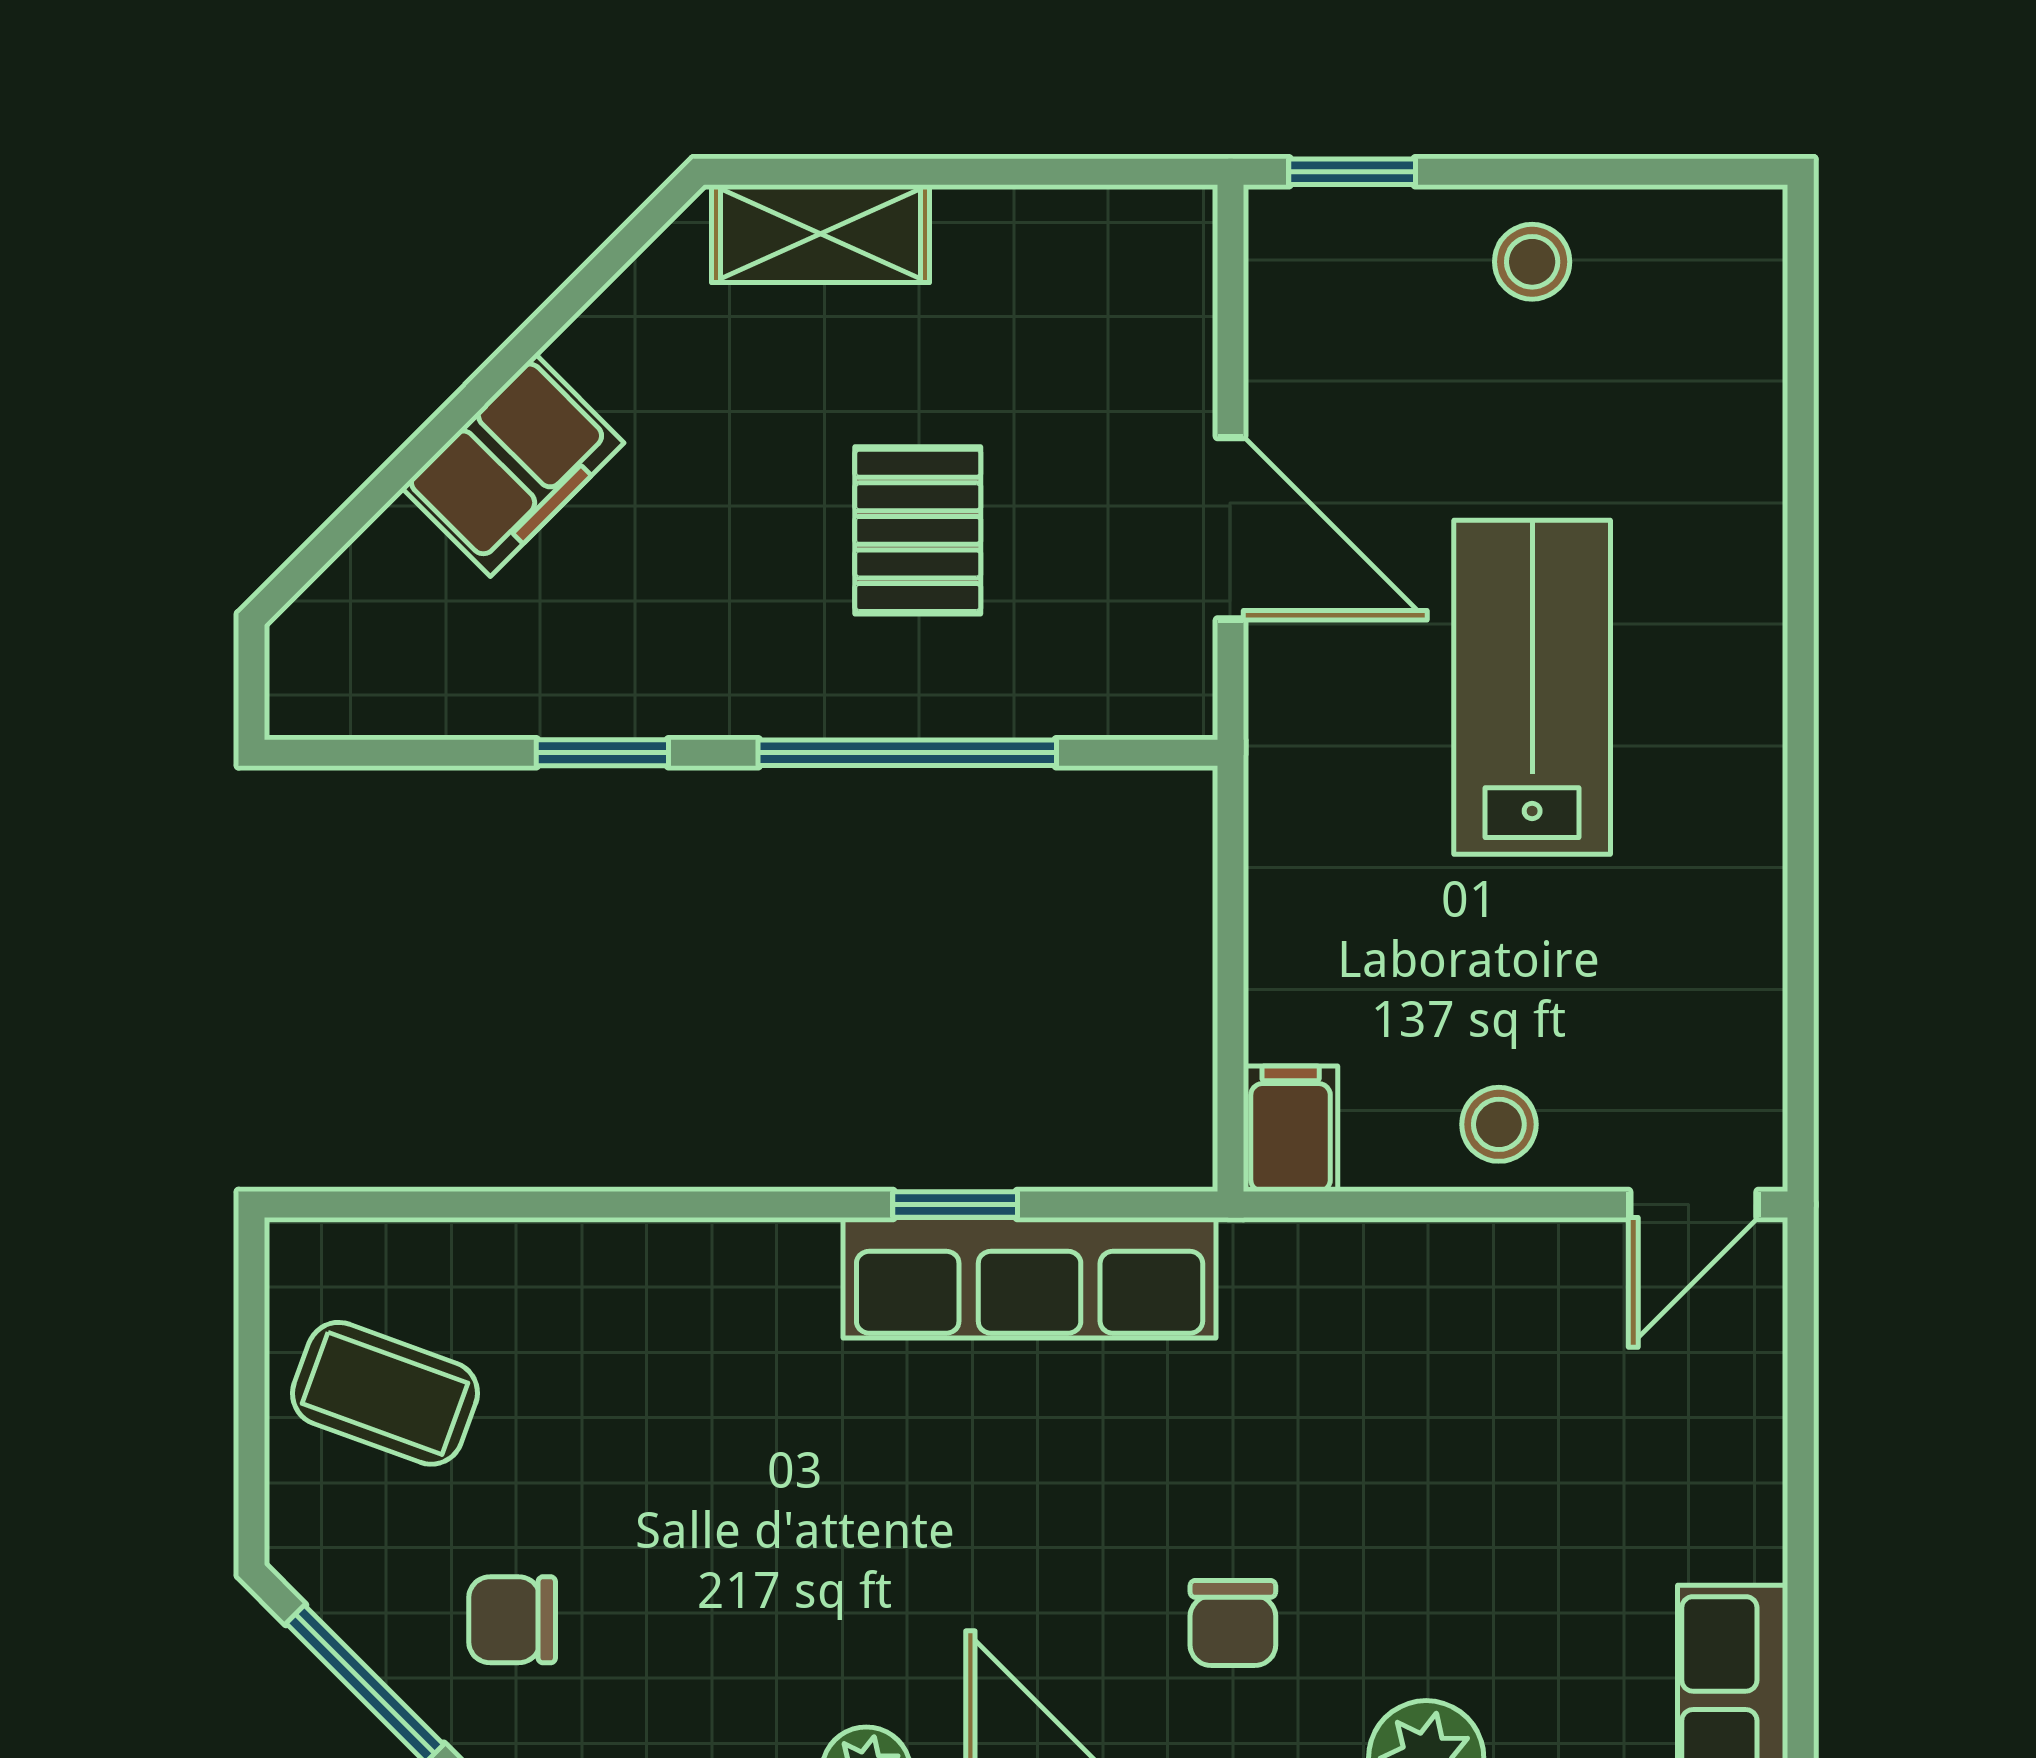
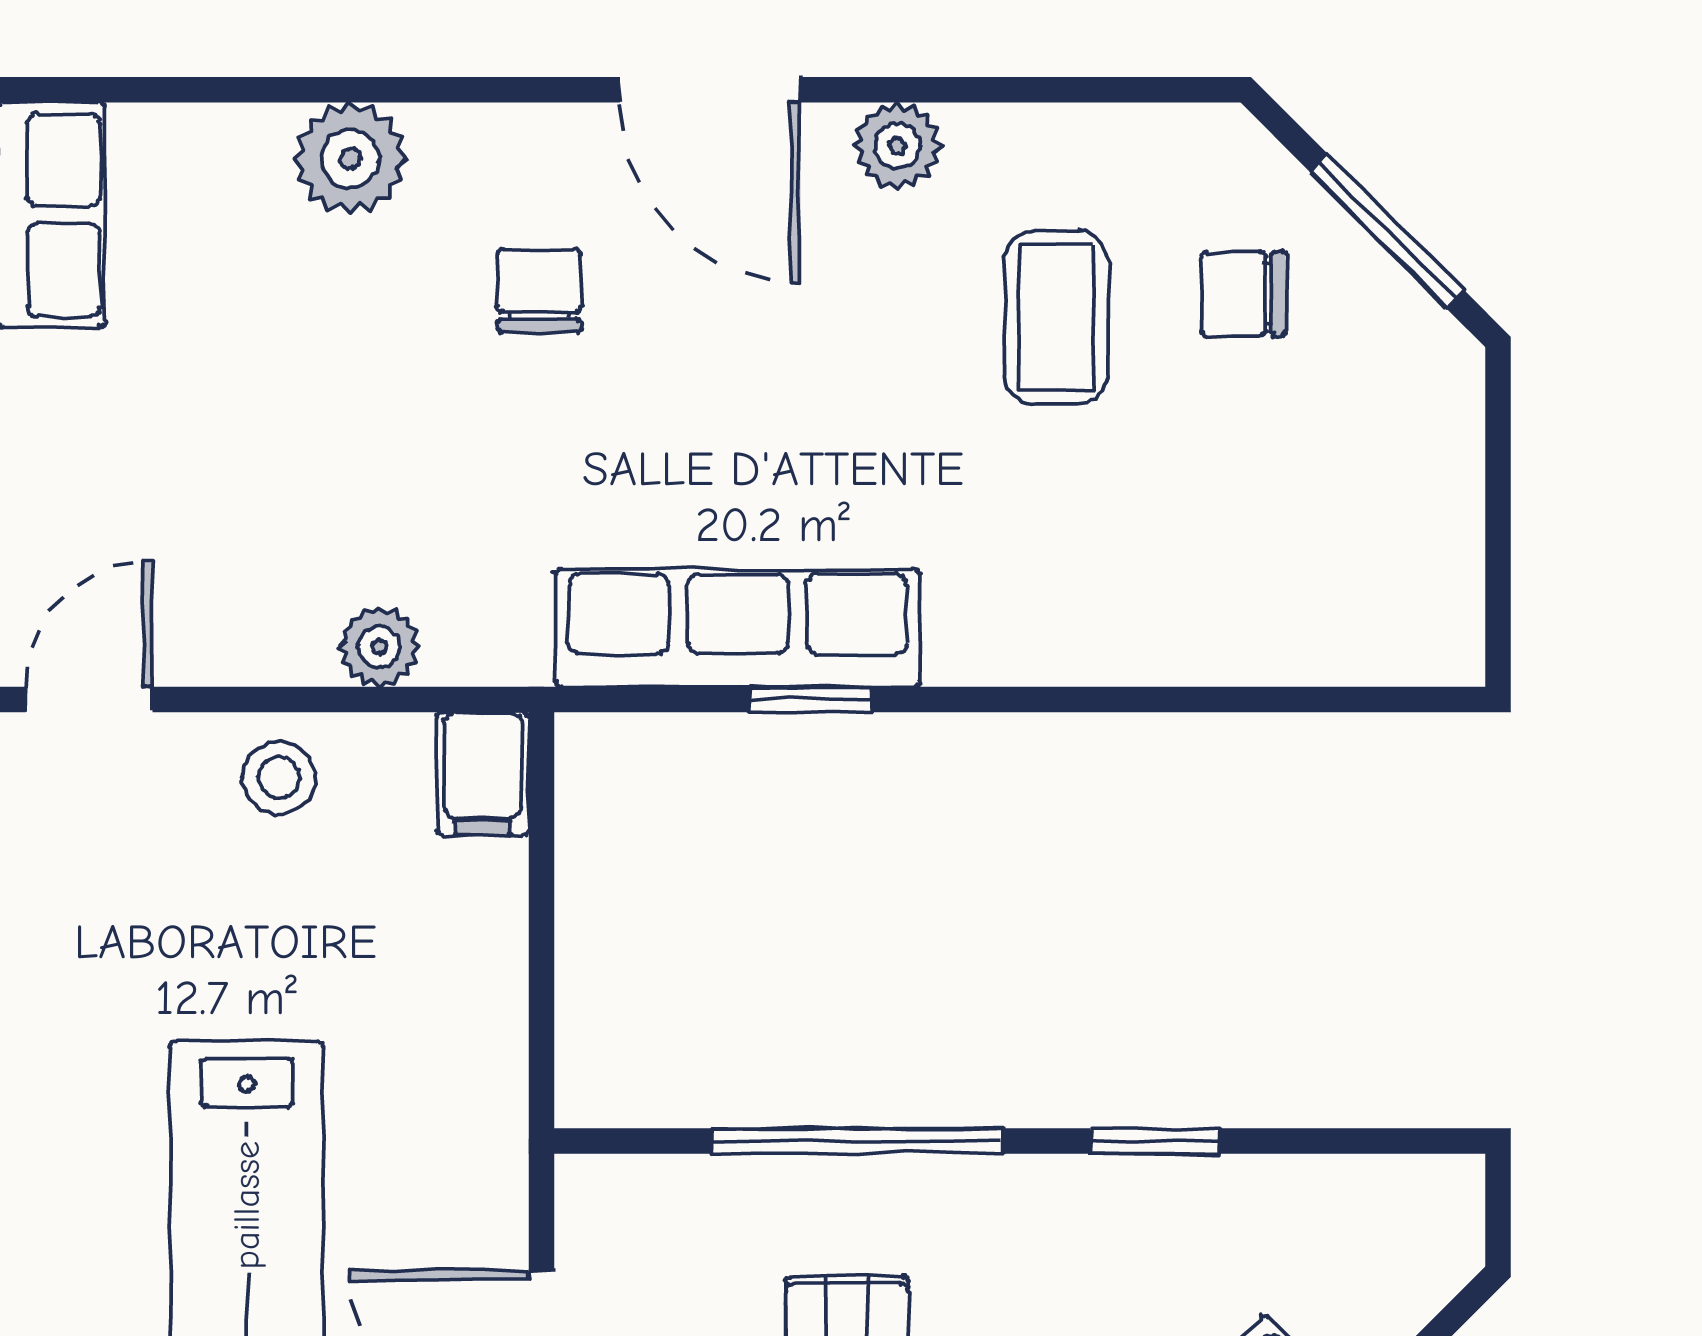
plant: (1396, 1258) -> (379, 647), added
coffee table: (385, 1393) -> (1056, 317), moved, turned 70
chair: (512, 1620) -> (1243, 294), turned 180

